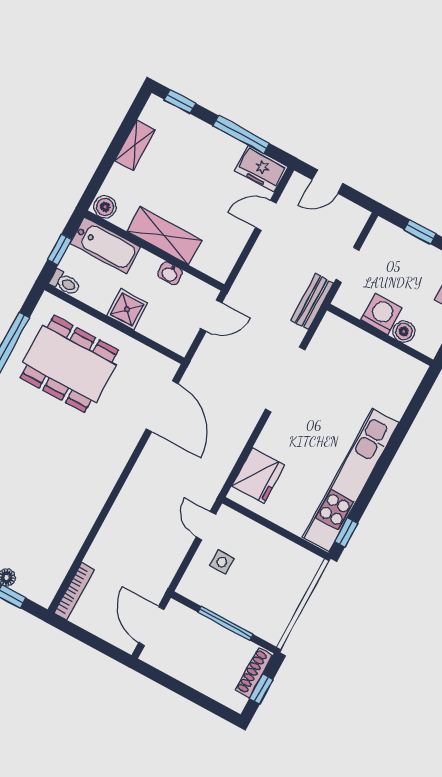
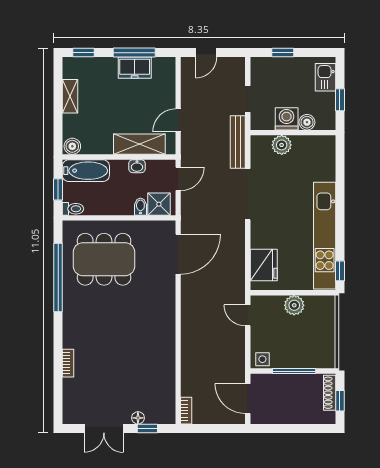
freezer: (261, 169) -> (135, 68), moved
door: (266, 215) -> (178, 120), moved
shelving: (164, 236) -> (139, 144), moved
bench: (312, 302) -> (238, 142), width x1.36
shower: (127, 309) -> (159, 204), moved
bidet: (148, 324) -> (140, 207), added
plant: (358, 342) -> (282, 145), added
door: (162, 406) -> (178, 254), hinge flipped
plant: (269, 544) -> (294, 305), added
side table: (222, 562) -> (262, 359), moved
bookcase: (74, 591) -> (186, 411), width x0.64

